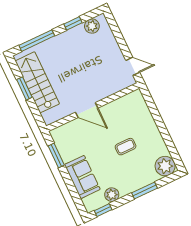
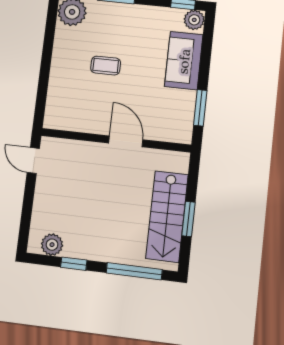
plant: (112, 195) -> (194, 20), moved

